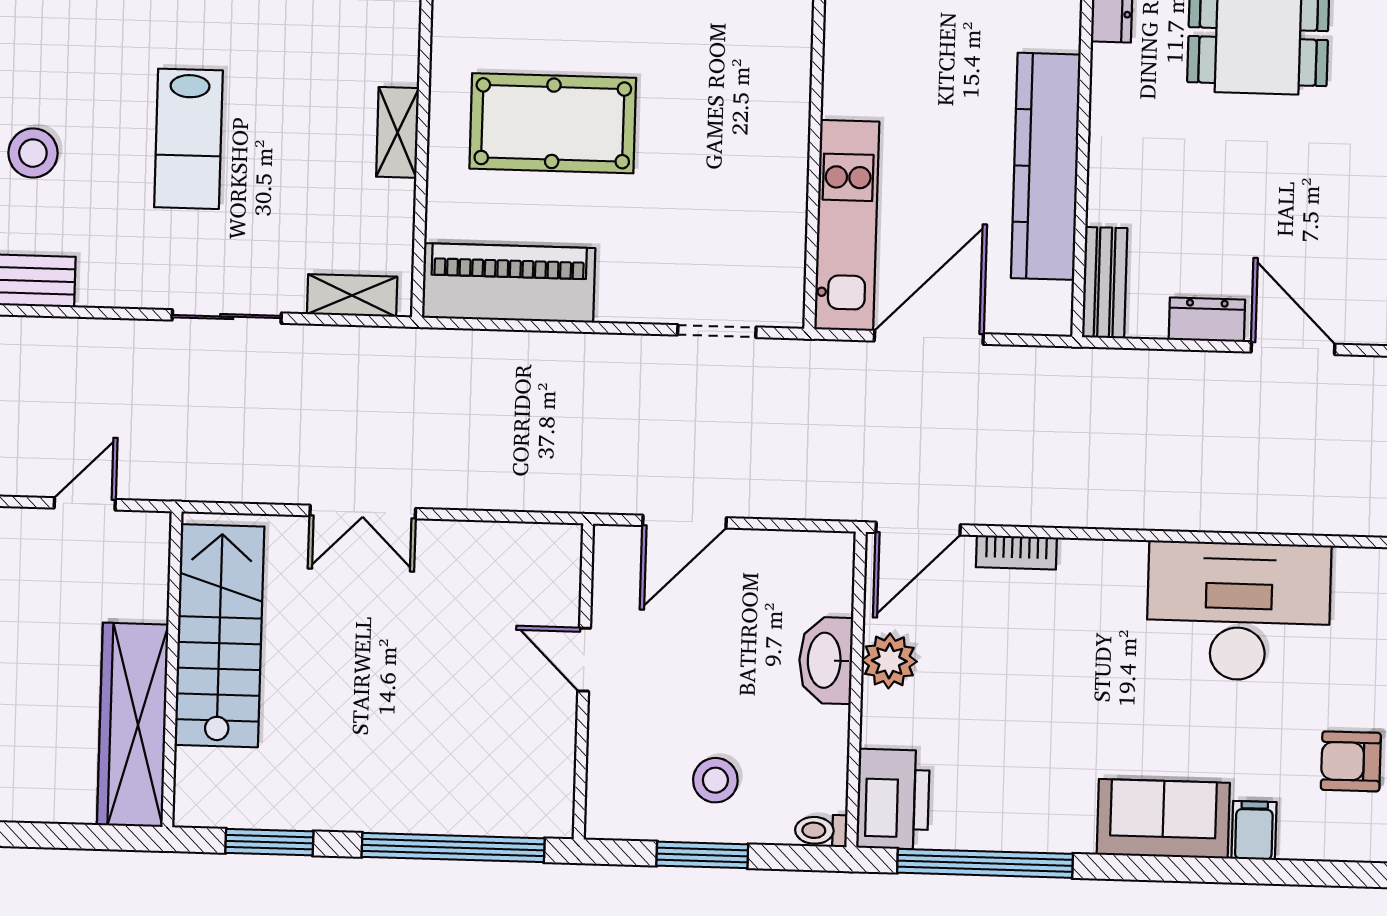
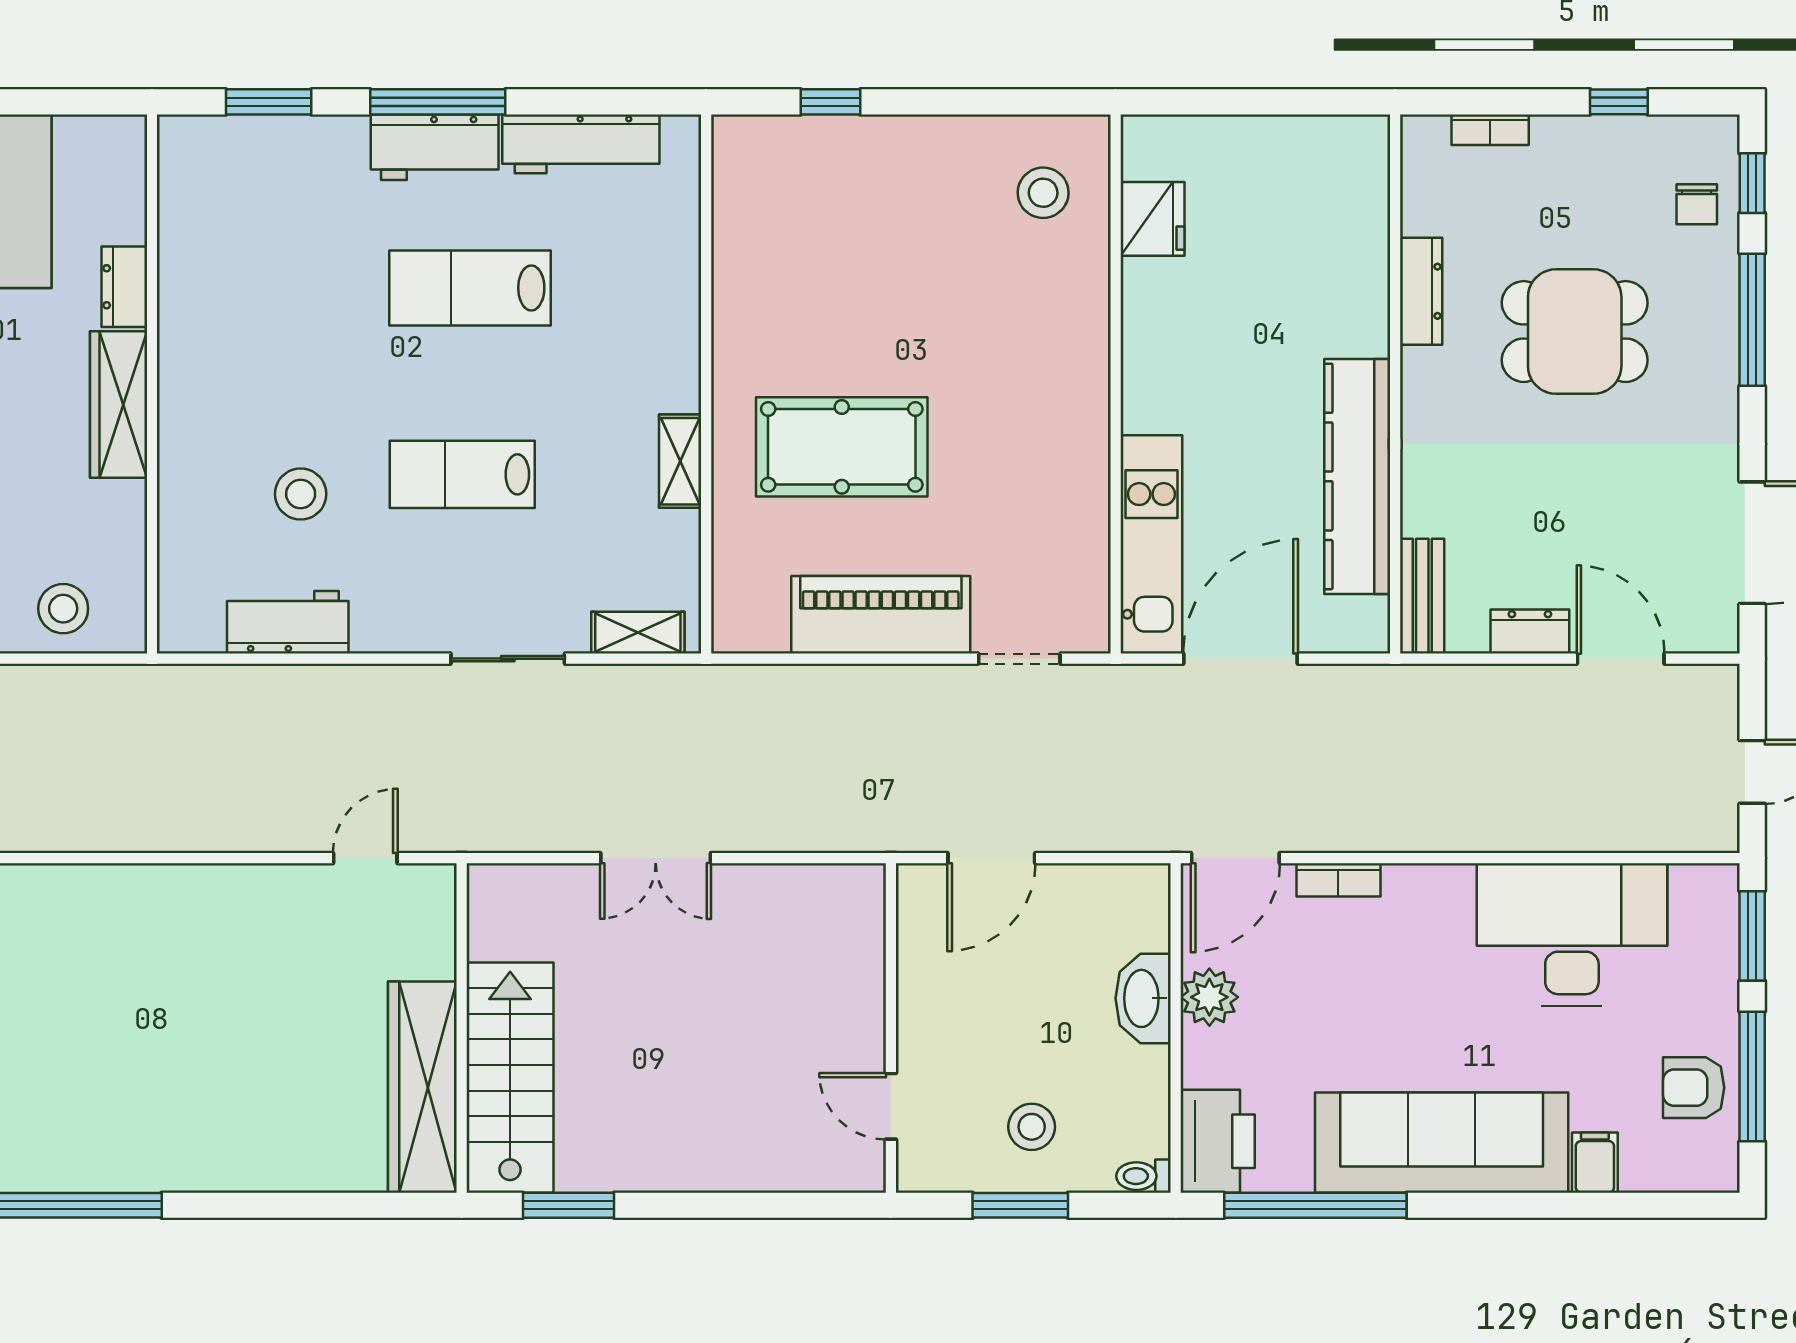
lab bench: (188, 139) -> (462, 474), turned 90
piano: (509, 283) -> (881, 615), moved
stairs: (219, 636) -> (510, 1078), moved
door: (584, 660) -> (891, 1106), moved
sofa: (1163, 819) -> (1442, 1143), width x1.85, depth x1.27
window: (453, 848) -> (760, 1205), removed

